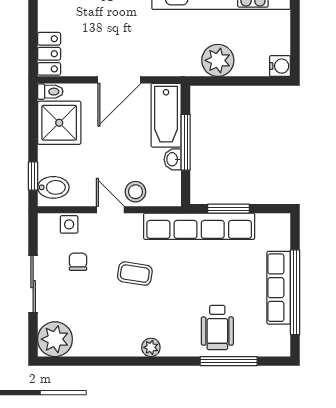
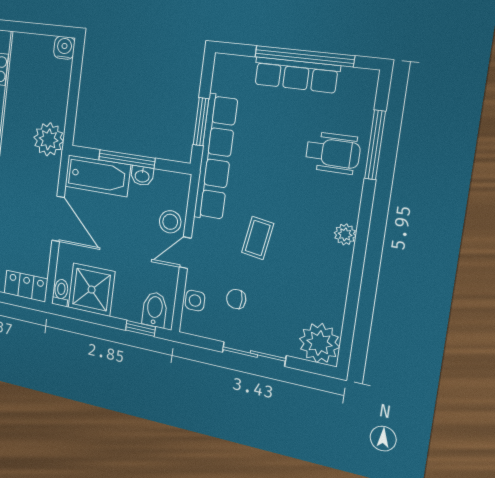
plant: (218, 60) -> (49, 139), moved

